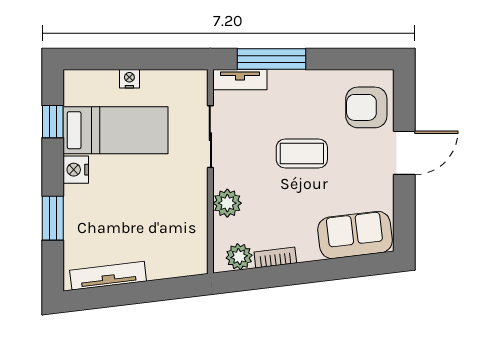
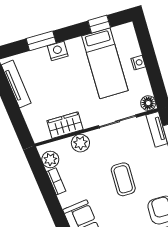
floor lamp: (196, 81) -> (148, 103), added
nightstand: (76, 170) -> (58, 51), moved
wardrobe: (193, 219) -> (65, 125), added

